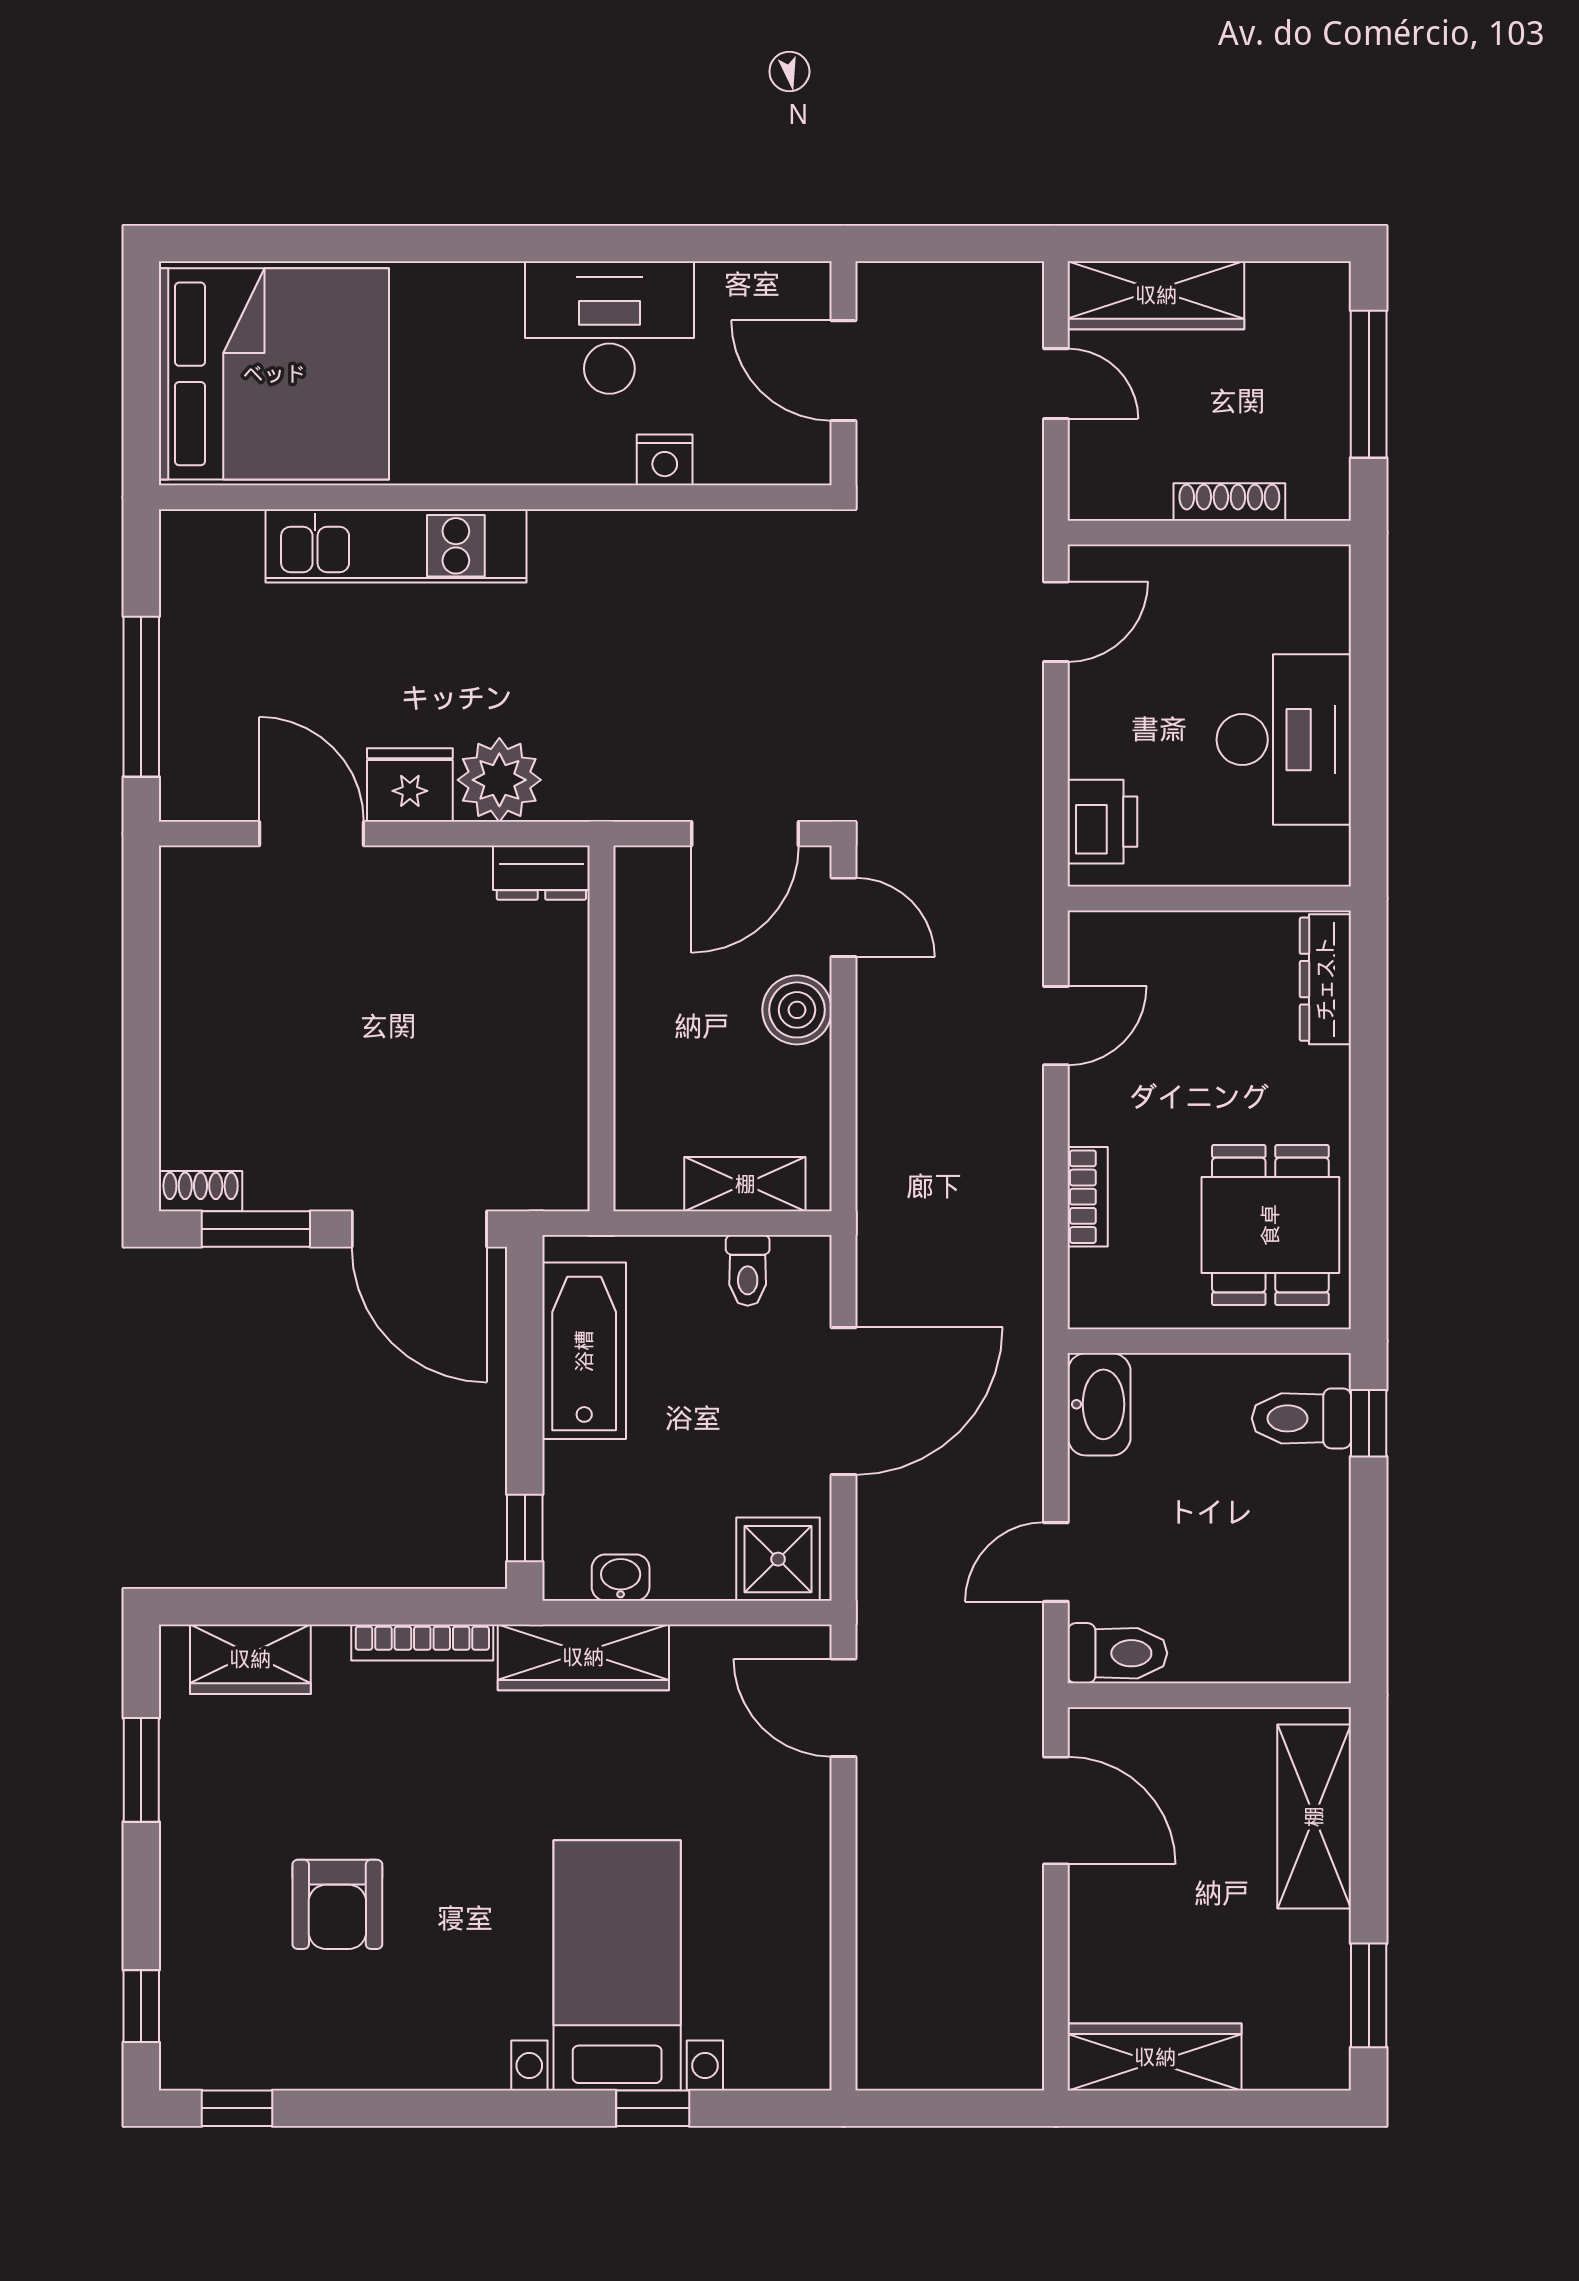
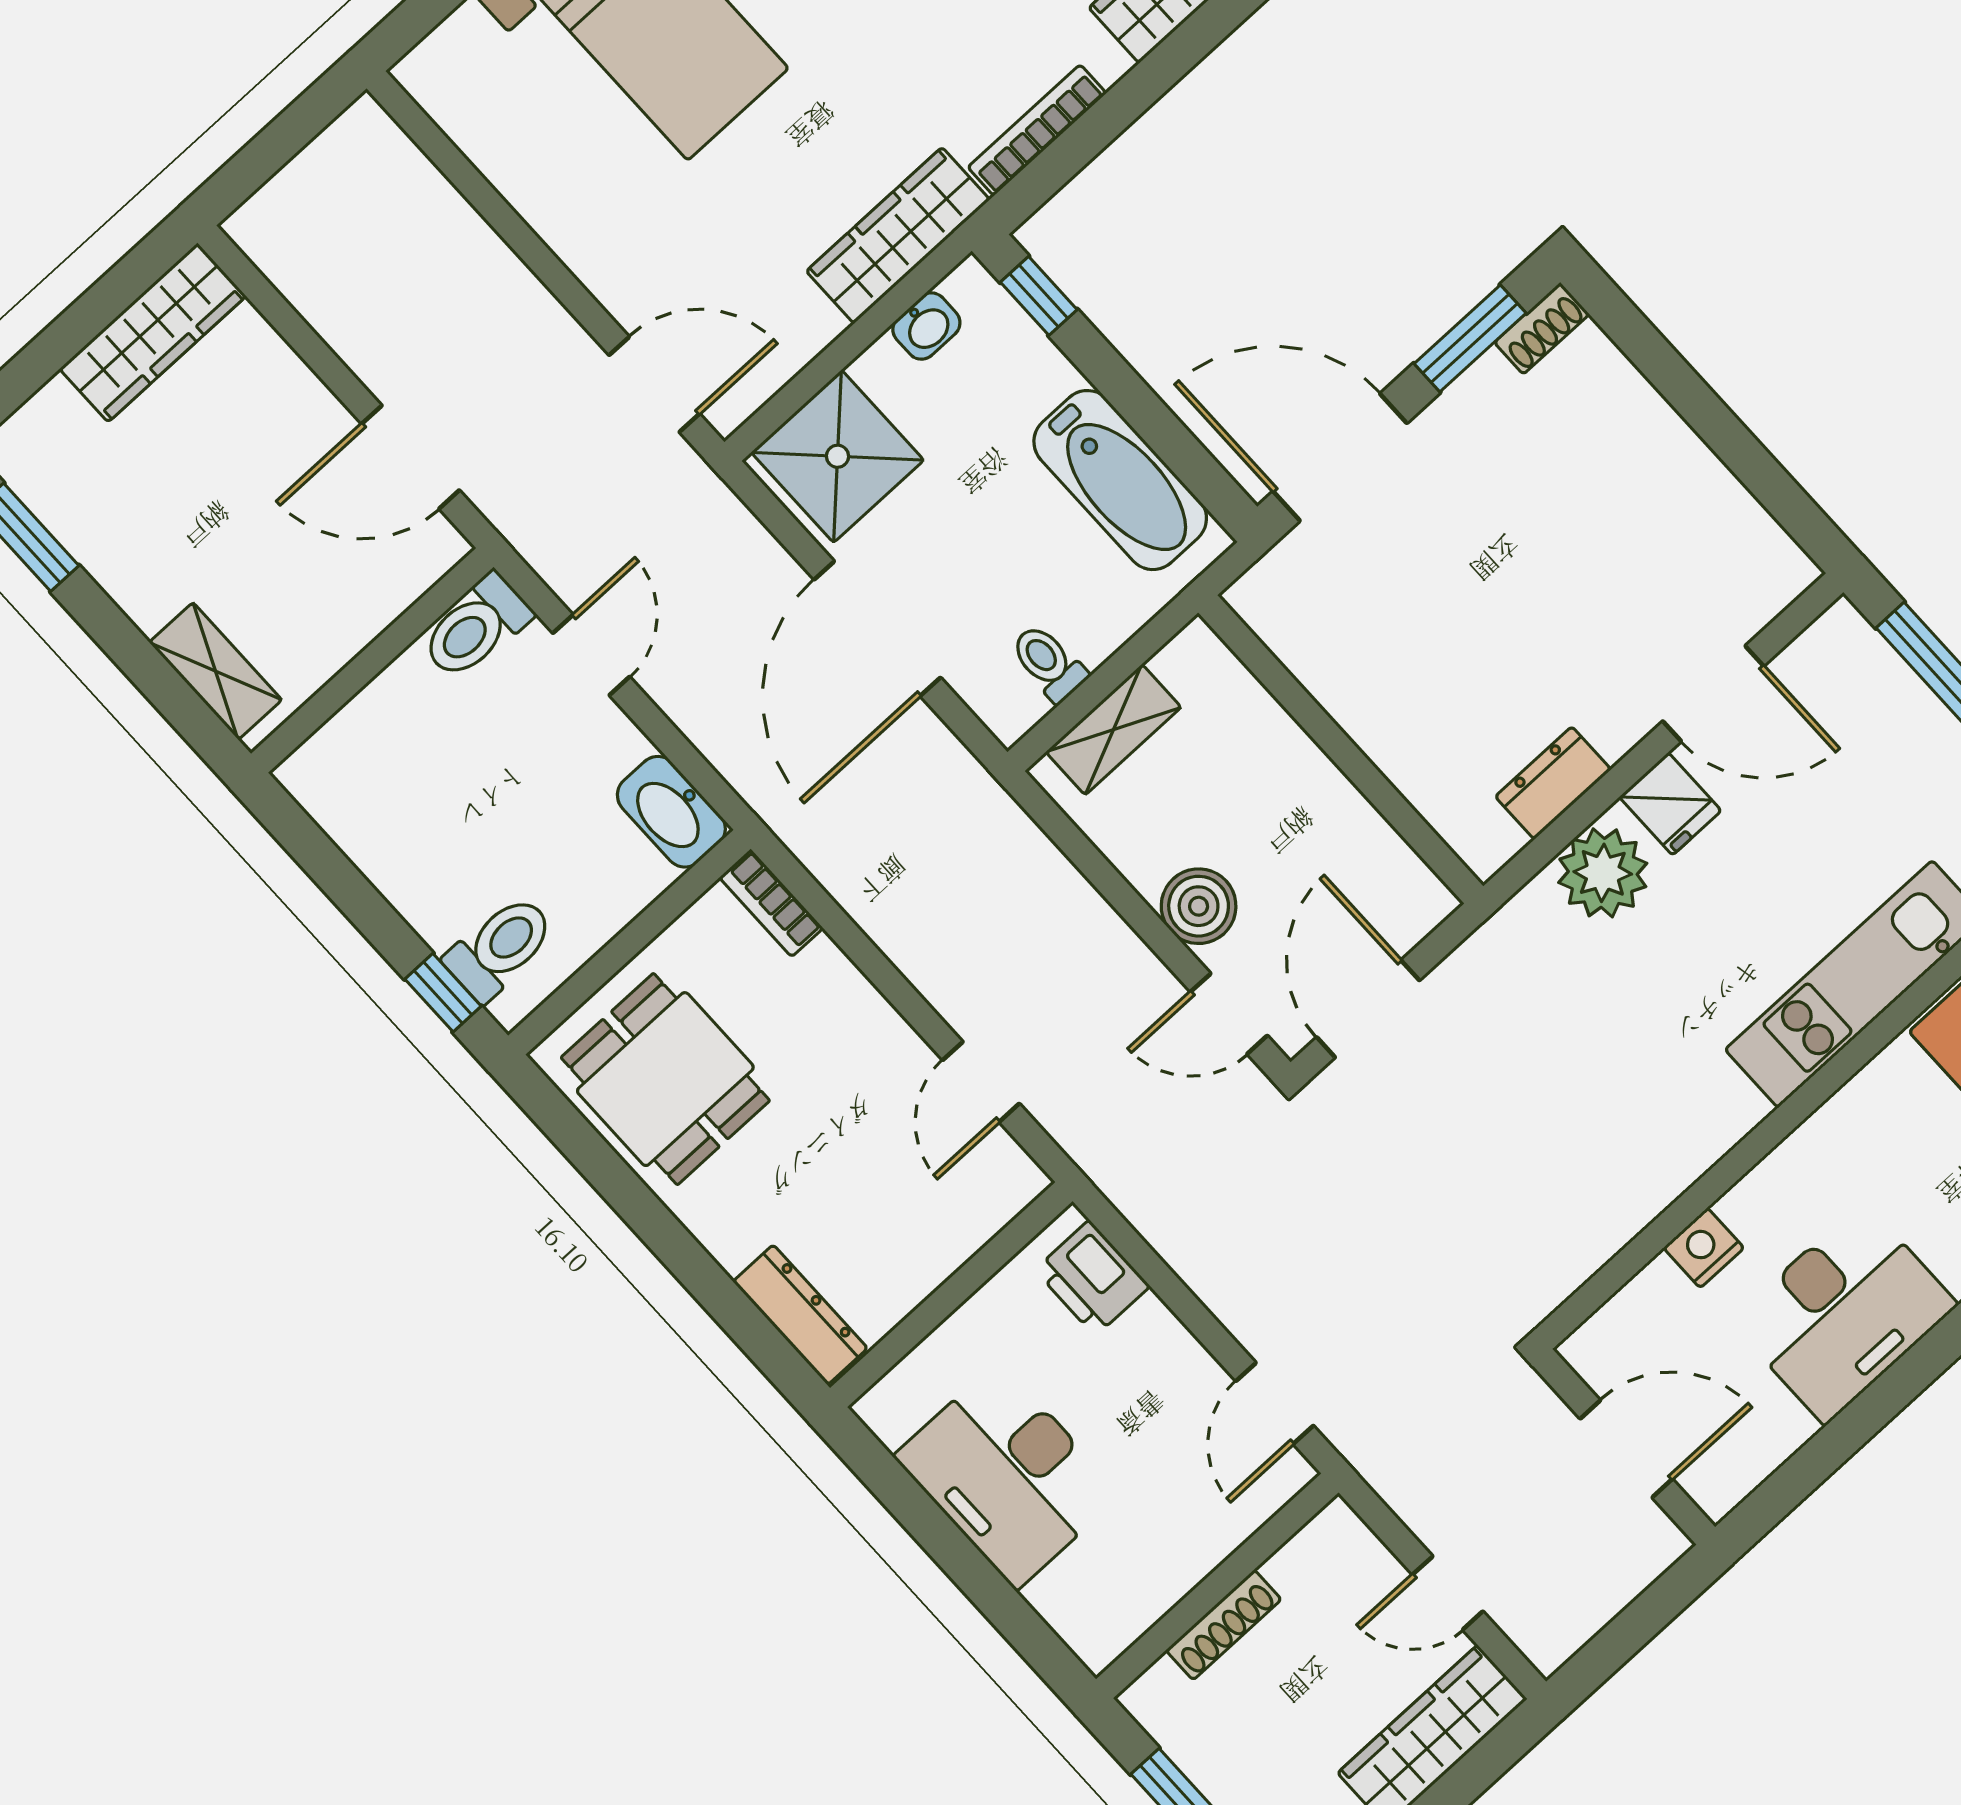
fridge: (410, 785) -> (1670, 804), width x0.72
dresser: (541, 873) -> (1553, 783), moved
bookcase: (1088, 1197) -> (771, 903), moved
shower: (778, 1559) -> (837, 456), width x1.36, depth x1.36
shelving: (1314, 1817) -> (216, 671), width x0.67, depth x0.75

